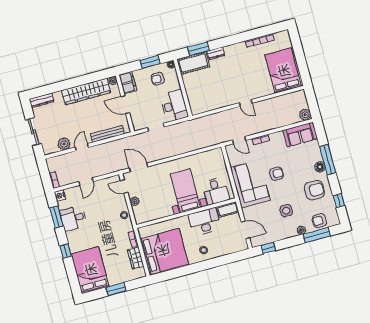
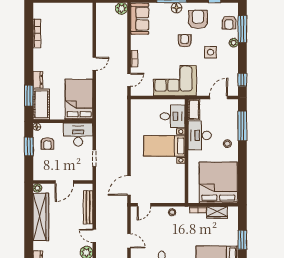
bed: (283, 71) -> (79, 99), moved, turned 90
filing cabinet: (128, 83) -> (43, 174), removed
armchair: (276, 174) -> (185, 41), moved
plant: (135, 201) -> (161, 199), removed
window: (224, 260) -> (242, 126), added

